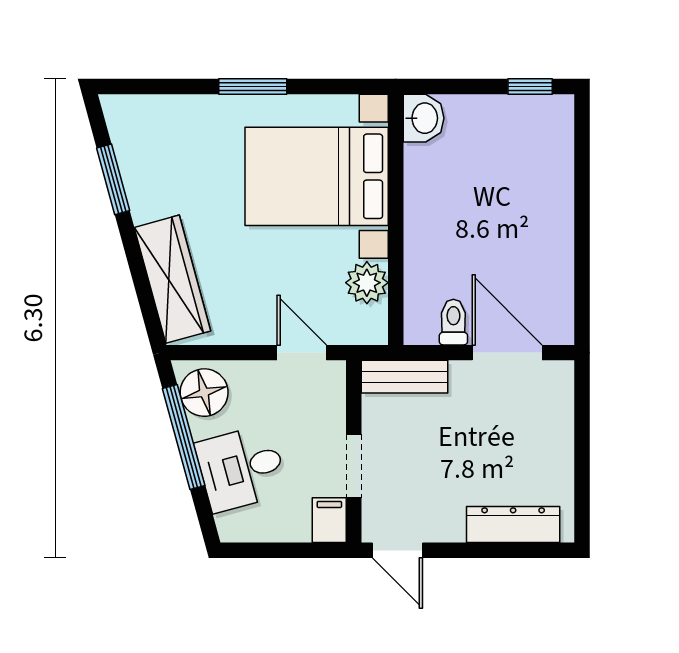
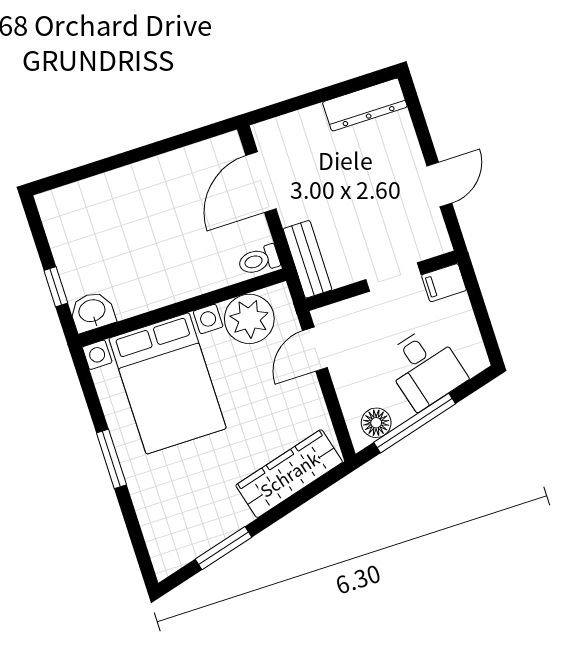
window: (530, 87) -> (56, 287), moved
plant: (367, 283) -> (249, 319), width x1.36, depth x1.36
toilet: (453, 322) -> (259, 260), moved
floor lamp: (204, 393) -> (376, 423), width x0.73, depth x0.73
dresser: (513, 524) -> (365, 105), moved, turned -90
door: (398, 550) -> (439, 184), moved

